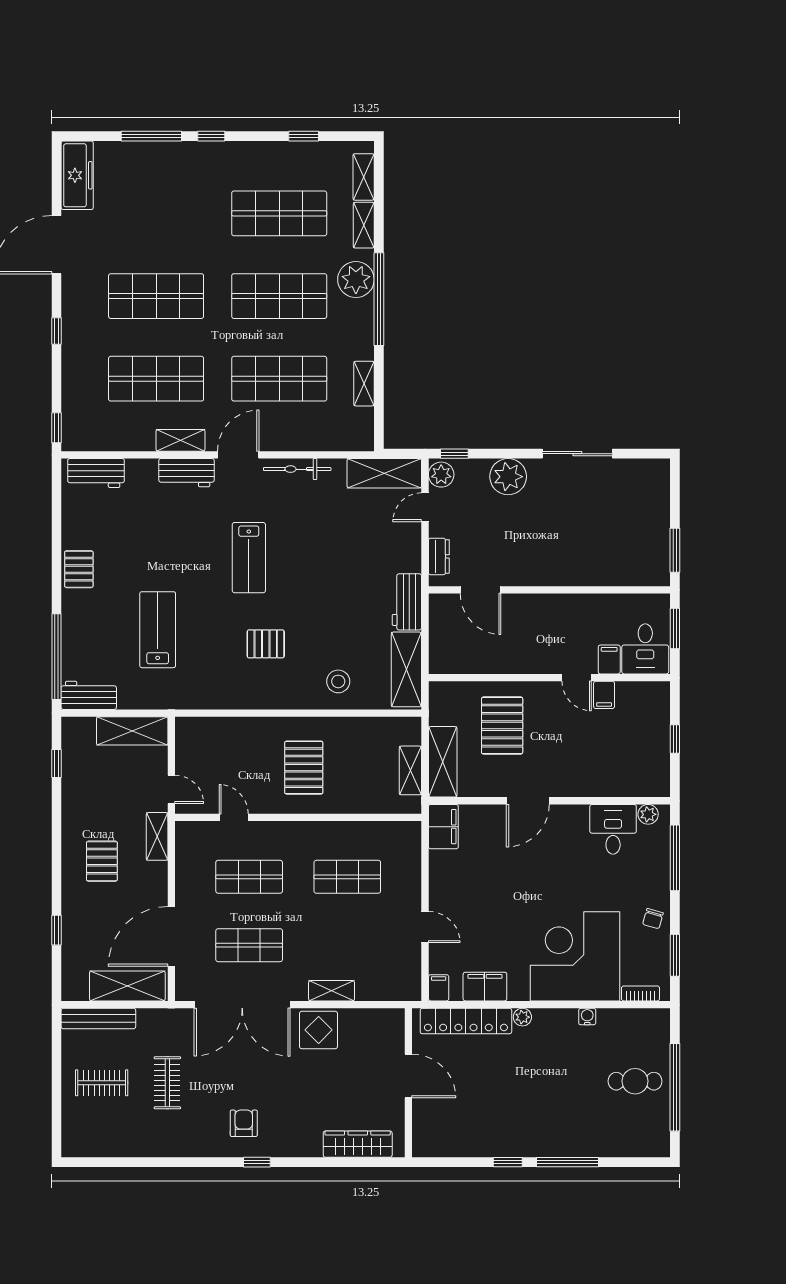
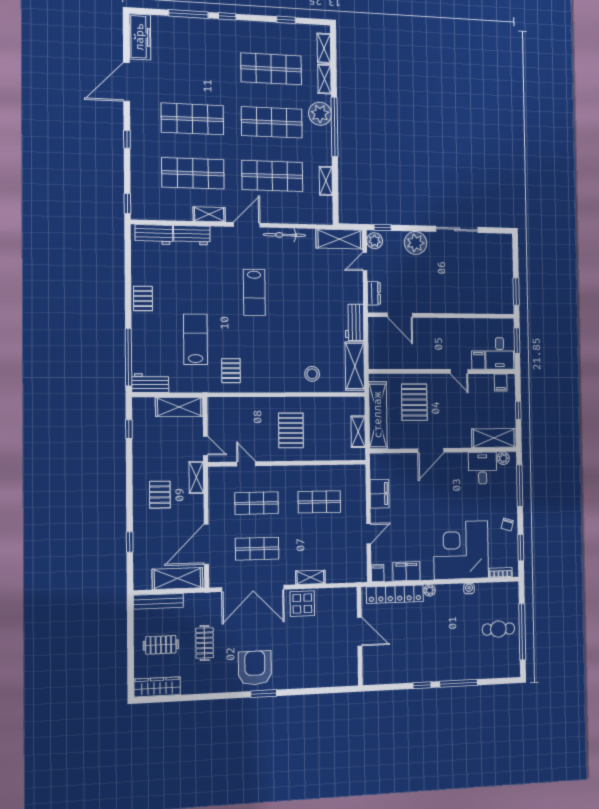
workbench: (186, 473) -> (192, 235), moved
pallet: (266, 644) -> (231, 371), moved, turned 90
filing cabinet: (604, 695) -> (501, 382), moved
shelving: (443, 762) -> (378, 415), width x1.47
shelving: (633, 782) -> (494, 438), added
filing cabinet: (443, 827) -> (380, 494), moved
door: (425, 927) -> (369, 534), hinge flipped
armchair: (244, 1123) -> (255, 668), width x1.88, depth x1.88
wardrobe: (358, 1144) -> (157, 687), moved
window: (257, 1162) -> (264, 694), width x1.50

